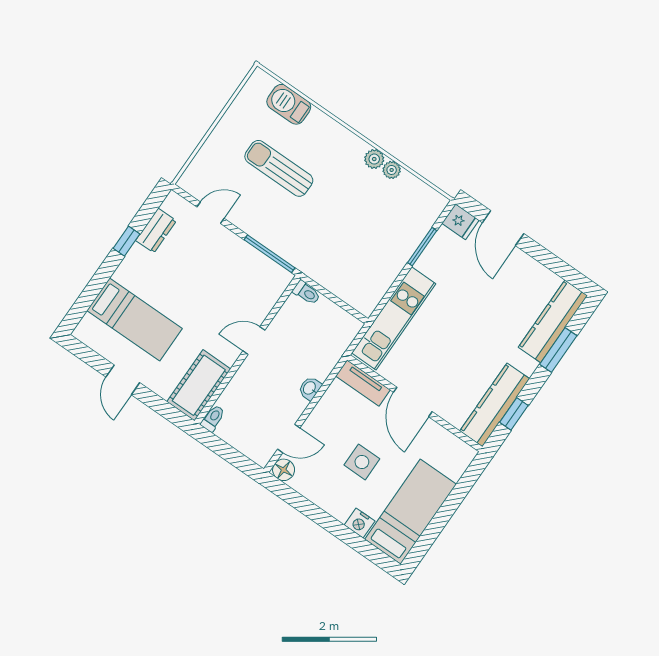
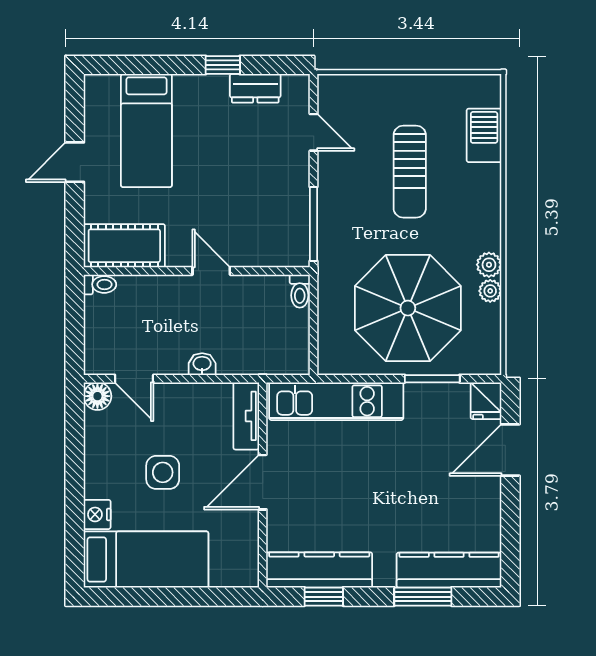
sun lounger: (279, 168) -> (410, 172), turned 180
parasol: (366, 231) -> (408, 308), added

